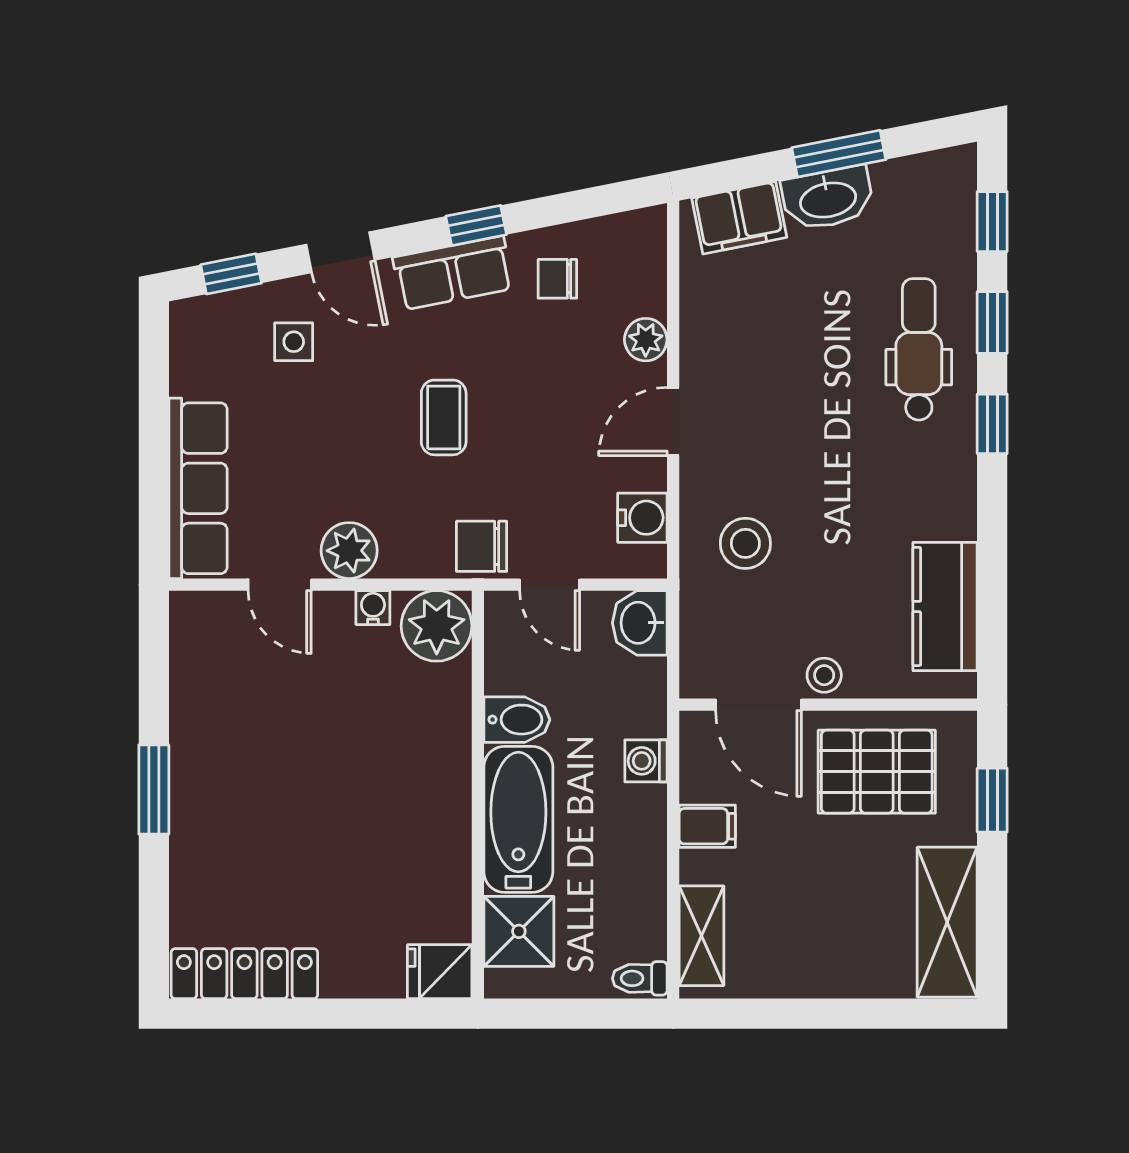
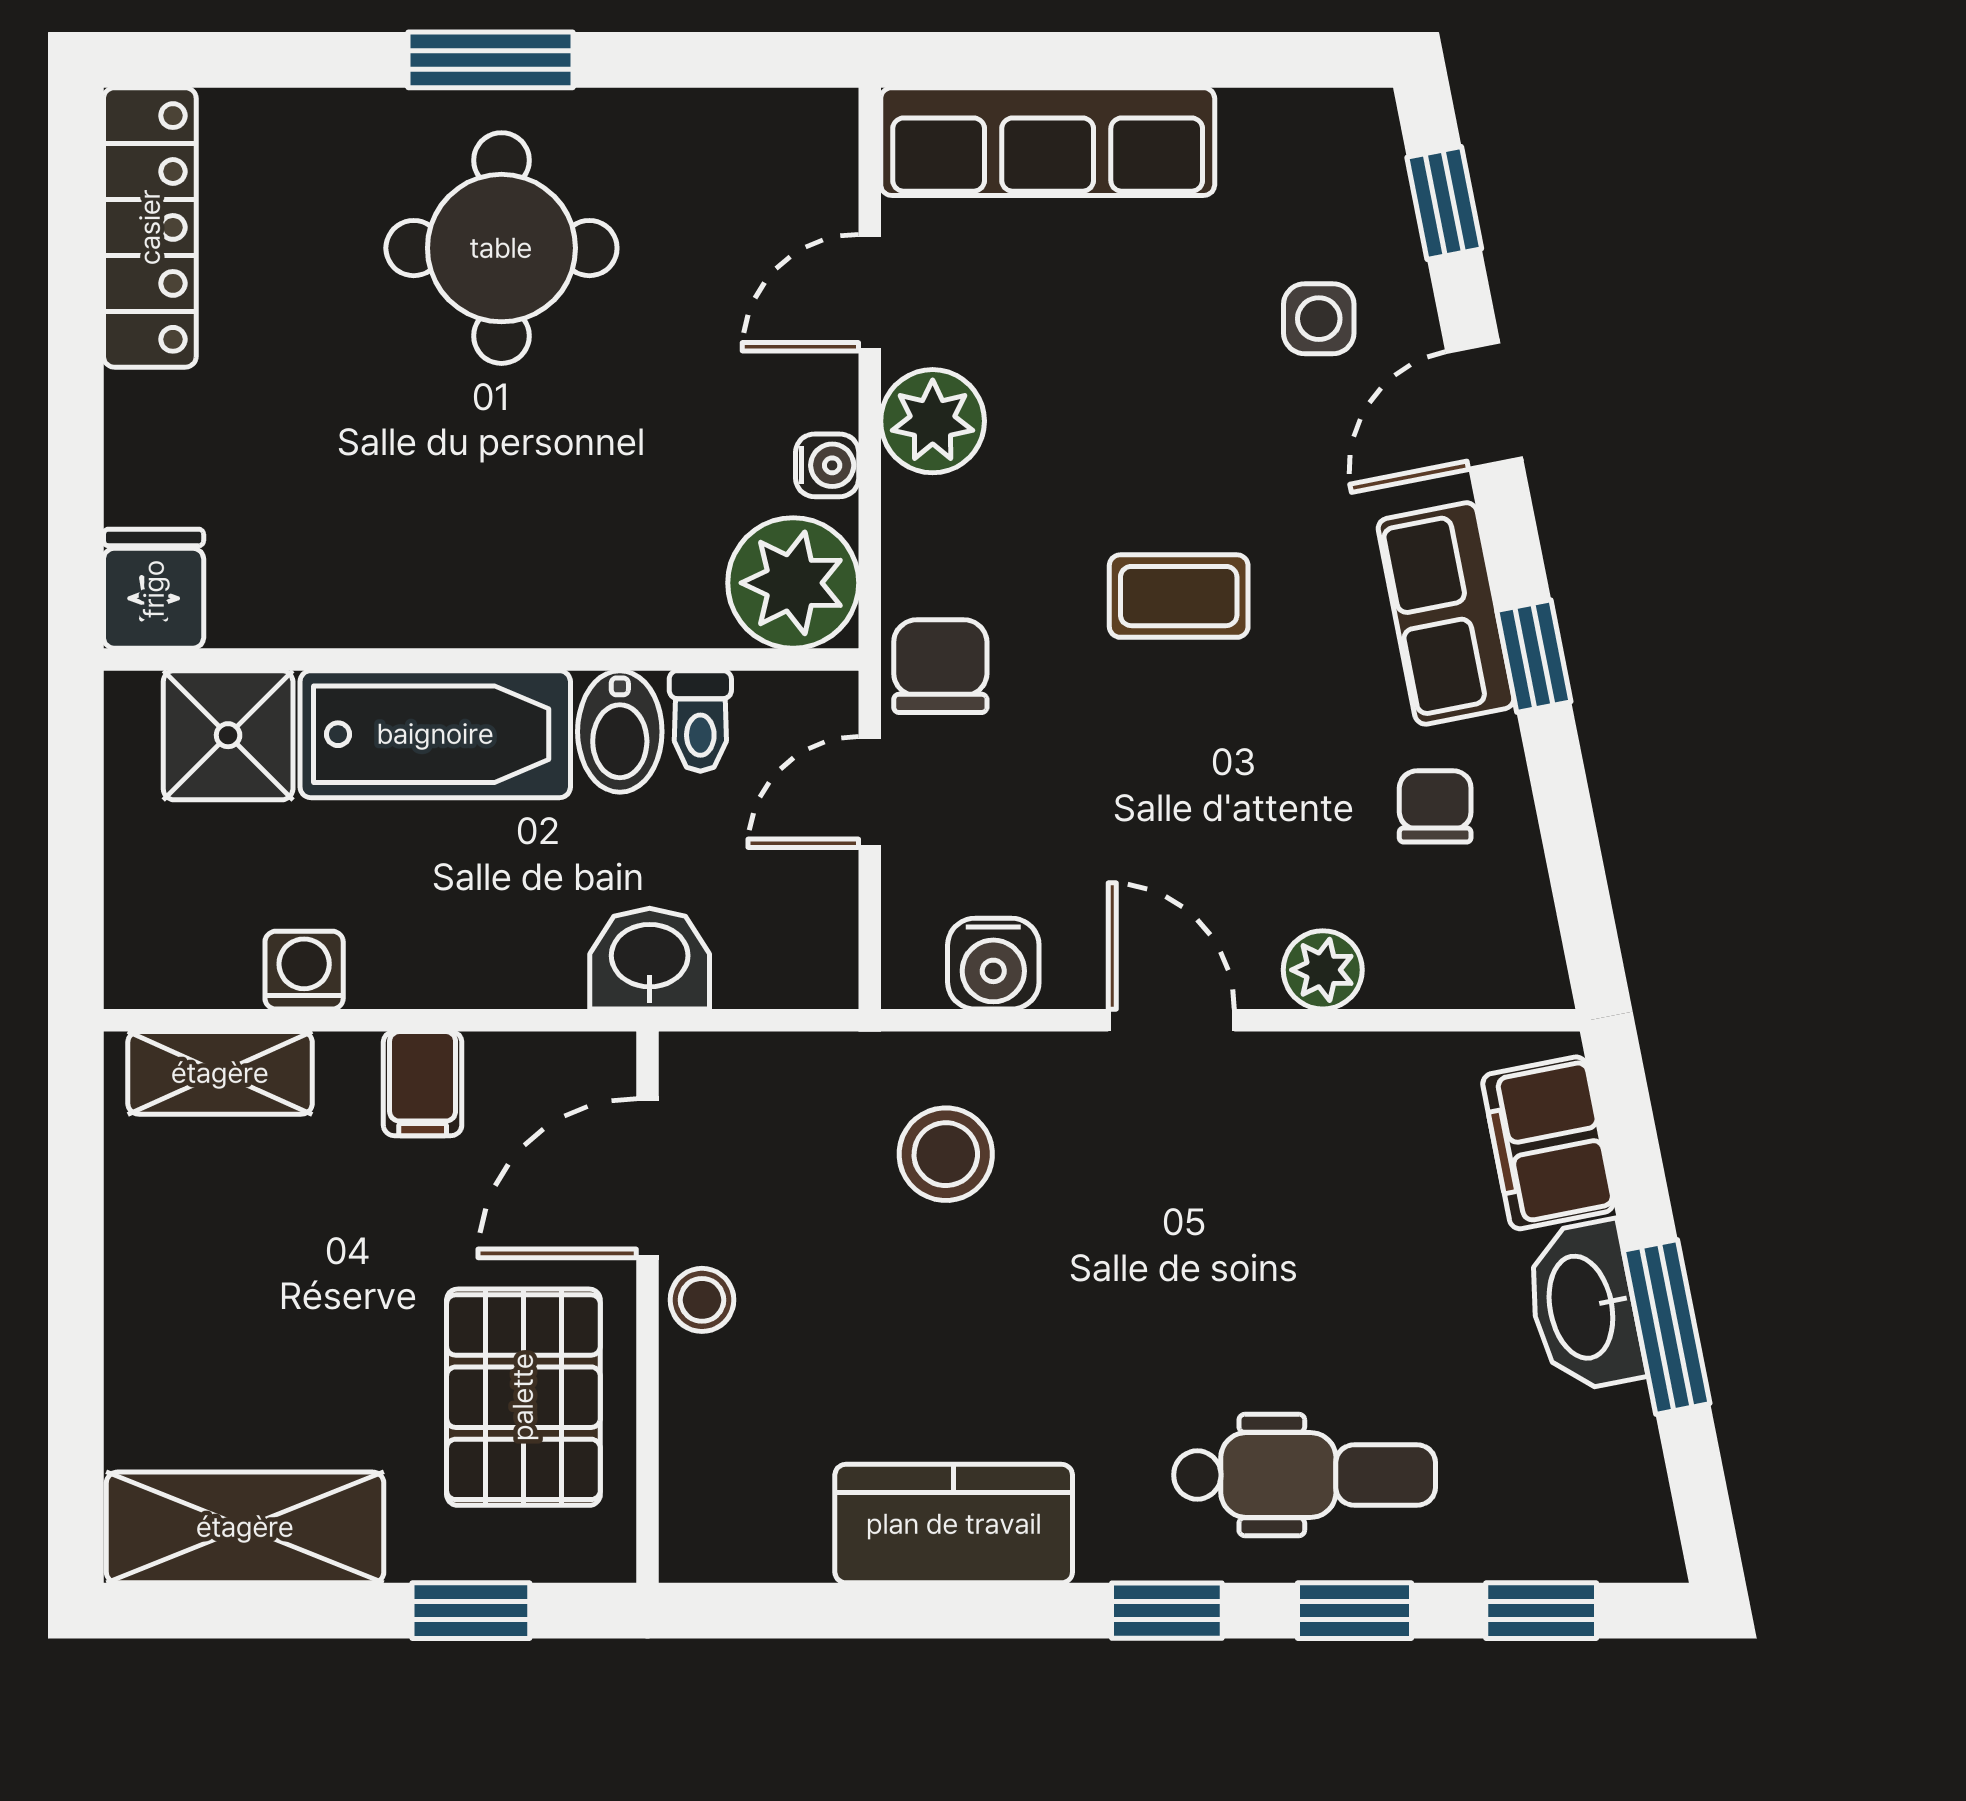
kitchen counter: (945, 606) -> (954, 1524), moved
washbasin: (640, 623) -> (650, 959), moved
washing machine: (646, 761) -> (304, 970), moved
round table: (256, 784) -> (501, 248), added
toilet: (640, 978) -> (700, 721), moved, turned 180

